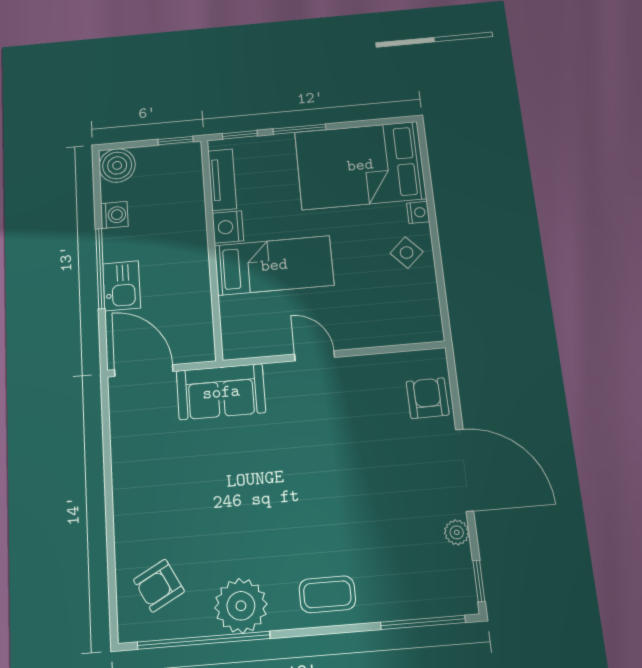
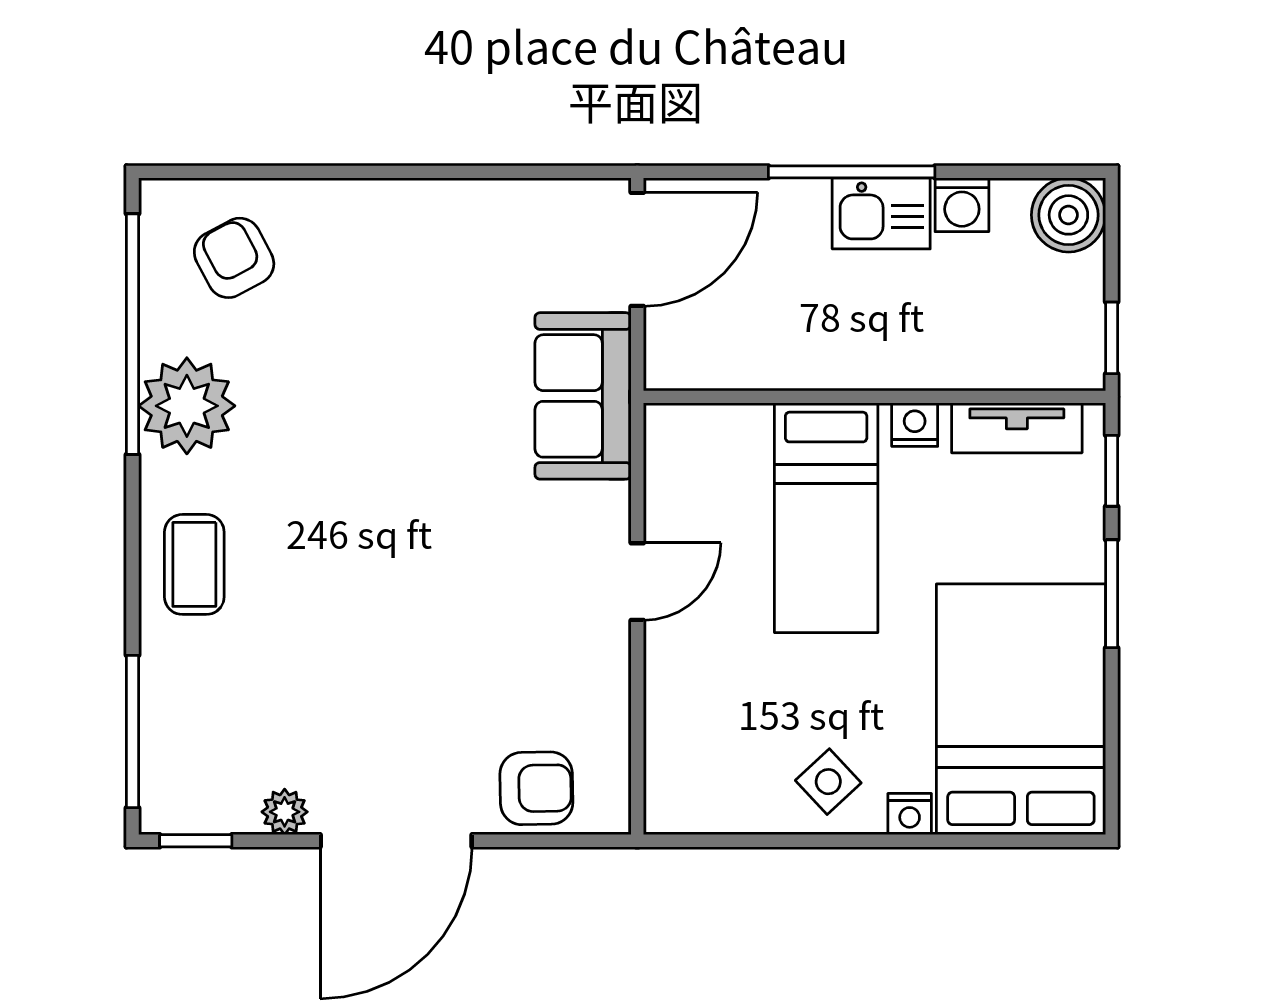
nightstand: (228, 227) -> (915, 425), width x0.72, depth x0.74
kitchen sink: (122, 286) -> (881, 213), moved

